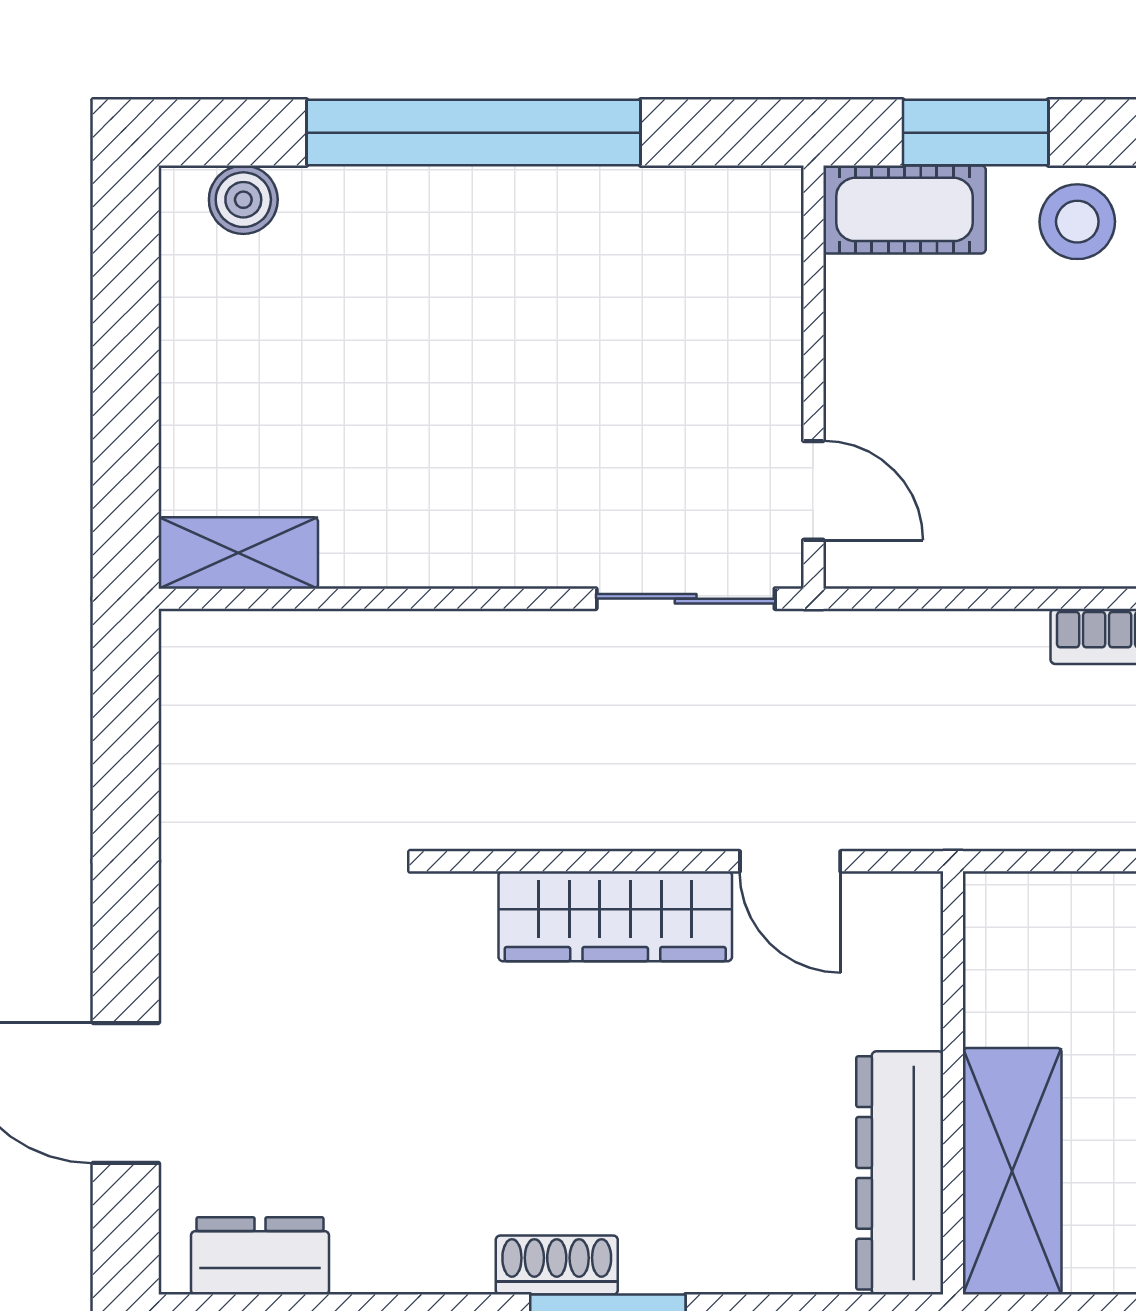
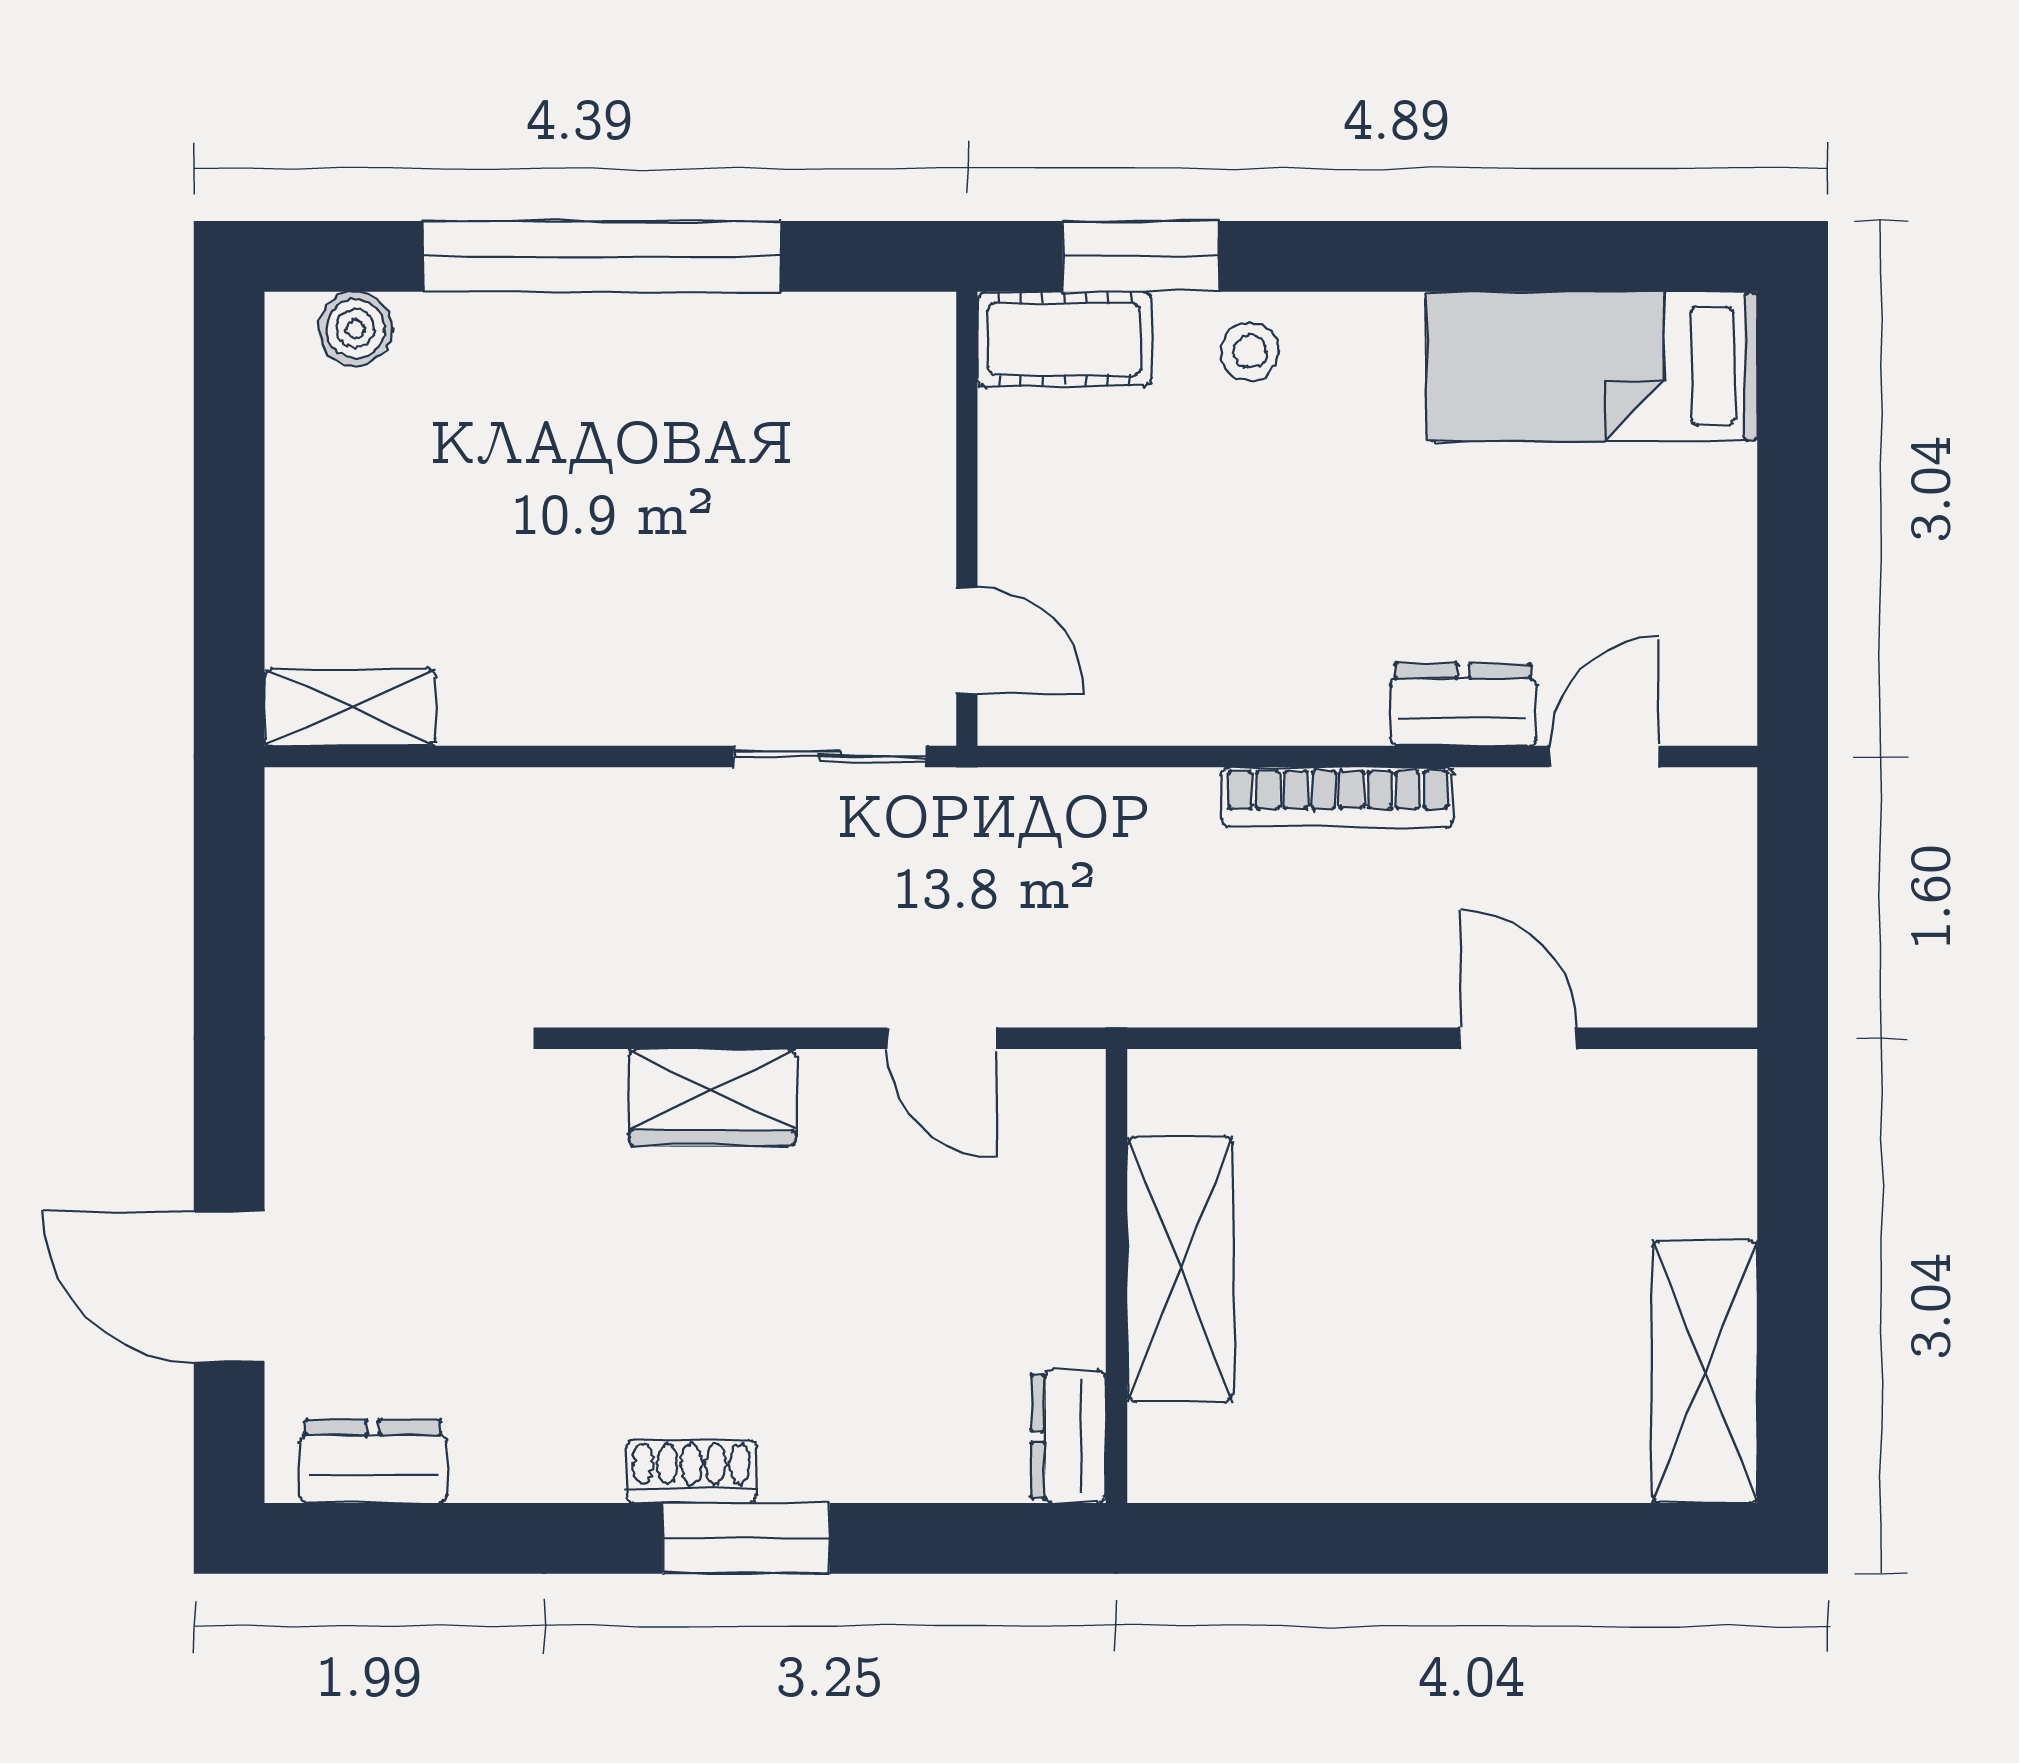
stool: (1077, 222) -> (1250, 352), width x0.73, depth x0.73
wardrobe: (615, 916) -> (712, 1097), width x0.67
shelving: (1012, 1171) -> (1180, 1269), moved
dresser: (900, 1173) -> (1069, 1437), width x0.51, depth x0.80

